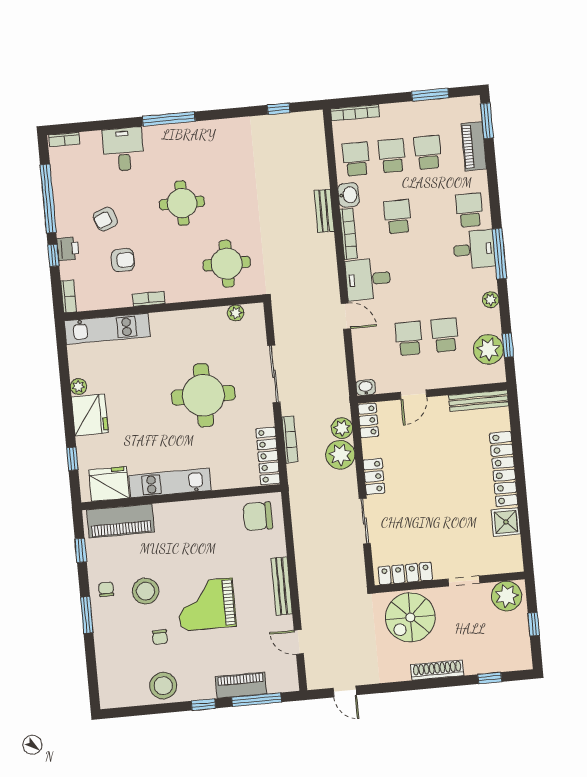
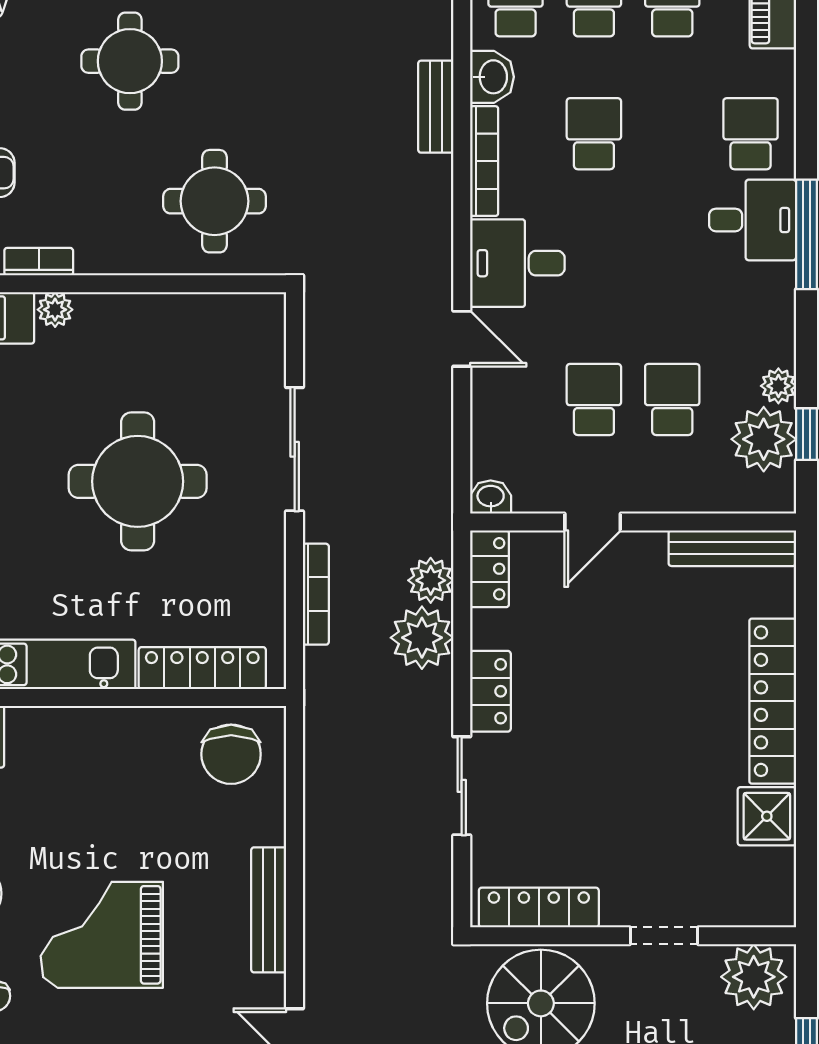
plant: (491, 300) -> (778, 386), moved
plant: (236, 313) -> (55, 310), moved
locker: (268, 456) -> (202, 668), moved, turned 90
chair: (258, 516) -> (231, 754), turned -90

